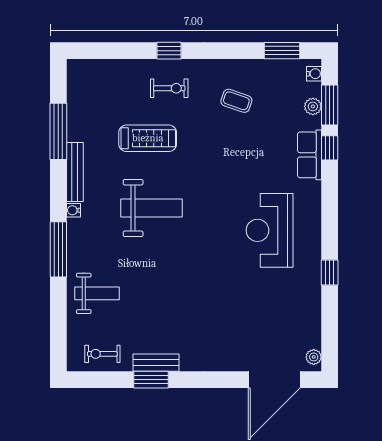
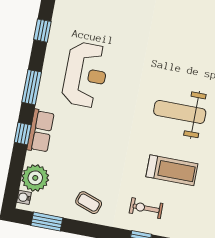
coffee table: (236, 101) -> (89, 203), moved
window: (330, 105) -> (32, 87), moved
plant: (313, 106) -> (35, 178), width x1.87, depth x1.87
treadmill: (148, 138) -> (172, 170), turned 180

